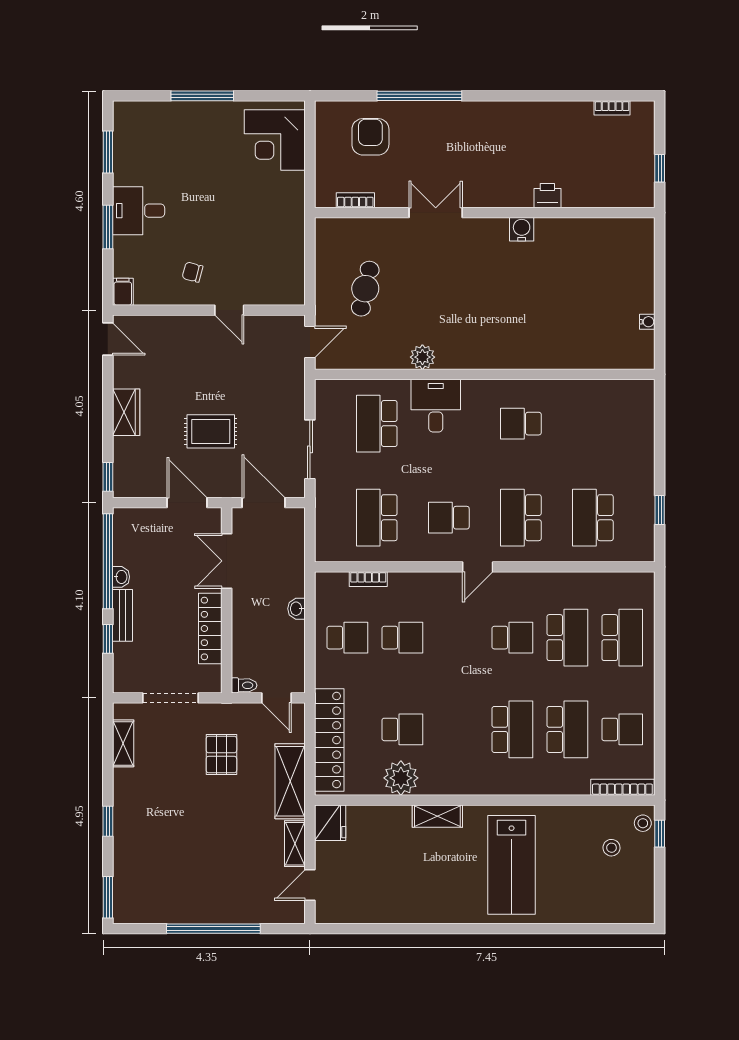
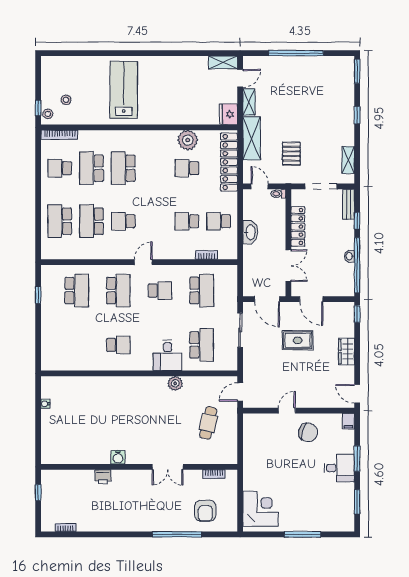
chair: (192, 272) -> (308, 432), width x1.87, depth x1.87
door: (229, 310) -> (287, 411), hinge flipped
washbasin: (297, 609) -> (250, 232), width x1.91, depth x1.45
bench: (122, 615) -> (349, 204), moved
shelving: (437, 816) -> (223, 62), moved

